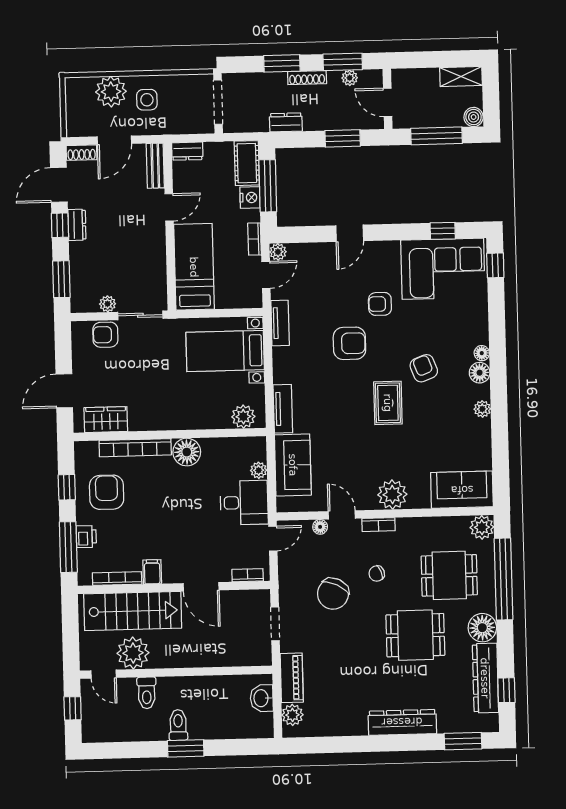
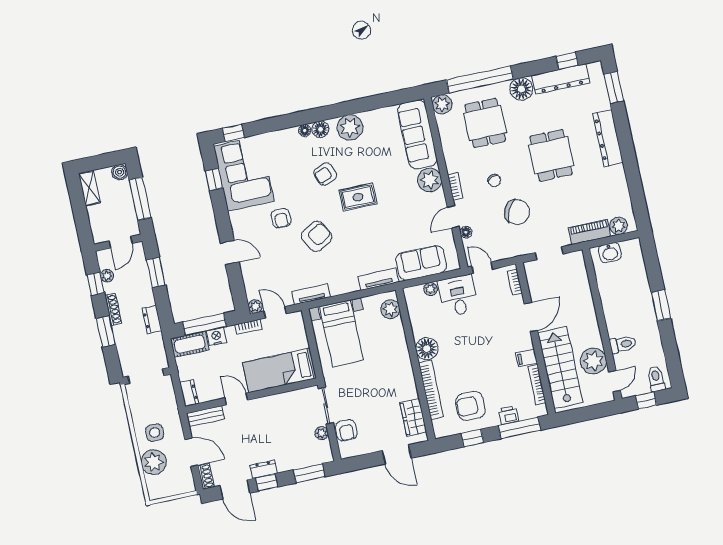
window: (343, 62) -> (95, 284), width x0.67
armchair: (349, 343) -> (317, 236), turned 60
plant: (482, 409) -> (350, 127), width x1.87, depth x1.87
sofa: (462, 490) -> (417, 134), width x1.36
dining table: (415, 635) -> (551, 155), moved
toilet: (178, 725) -> (656, 379), moved, turned 90

